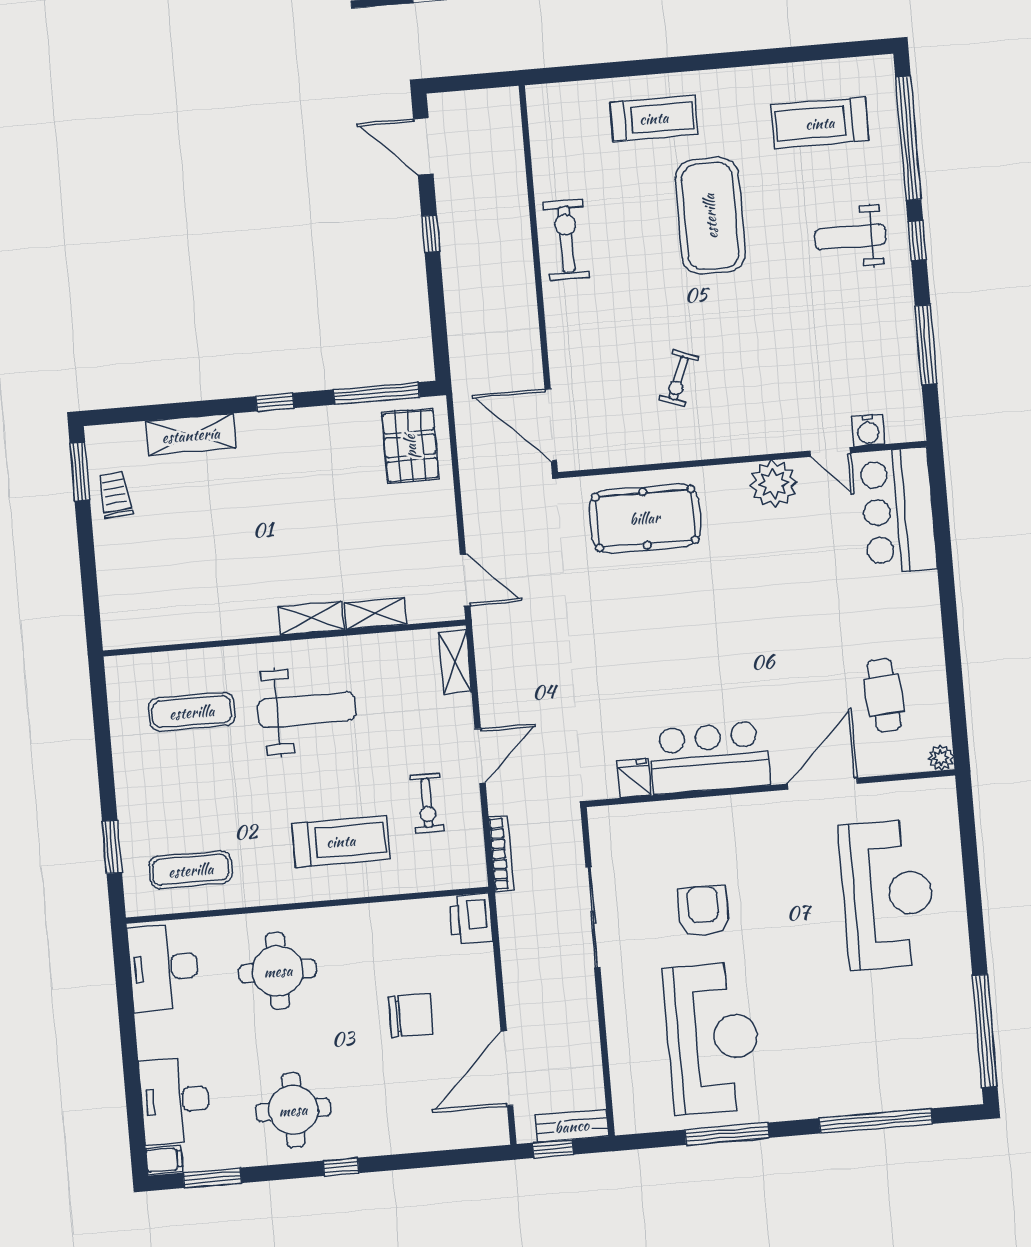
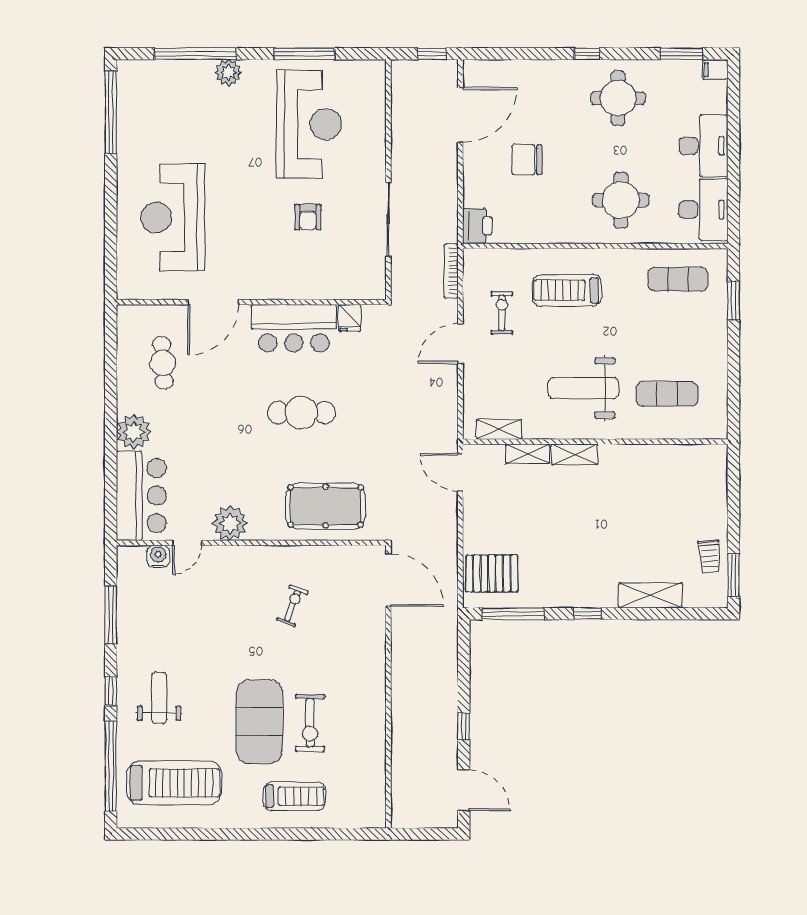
treadmill: (654, 118) -> (294, 796), turned 180
treadmill: (820, 123) -> (174, 783), width x1.37, depth x1.38
weight bench: (850, 237) -> (159, 698), turned -90
exercise bike: (566, 240) -> (310, 723), moved
pallet: (410, 446) -> (492, 573), turned 90
door: (830, 452) -> (187, 543), swing flipped
cafe table: (689, 643) -> (301, 413), added
shelving: (455, 662) -> (499, 429), moved, turned 90
plant: (941, 758) -> (134, 432), moved, width x1.88, depth x1.88
armchair: (703, 911) -> (308, 217), width x0.72, depth x0.72
reception desk: (713, 1038) -> (309, 124), turned 180
plant: (829, 1099) -> (228, 73), added
desk: (175, 1101) -> (704, 146), moved
bench: (572, 1126) -> (417, 69), removed

